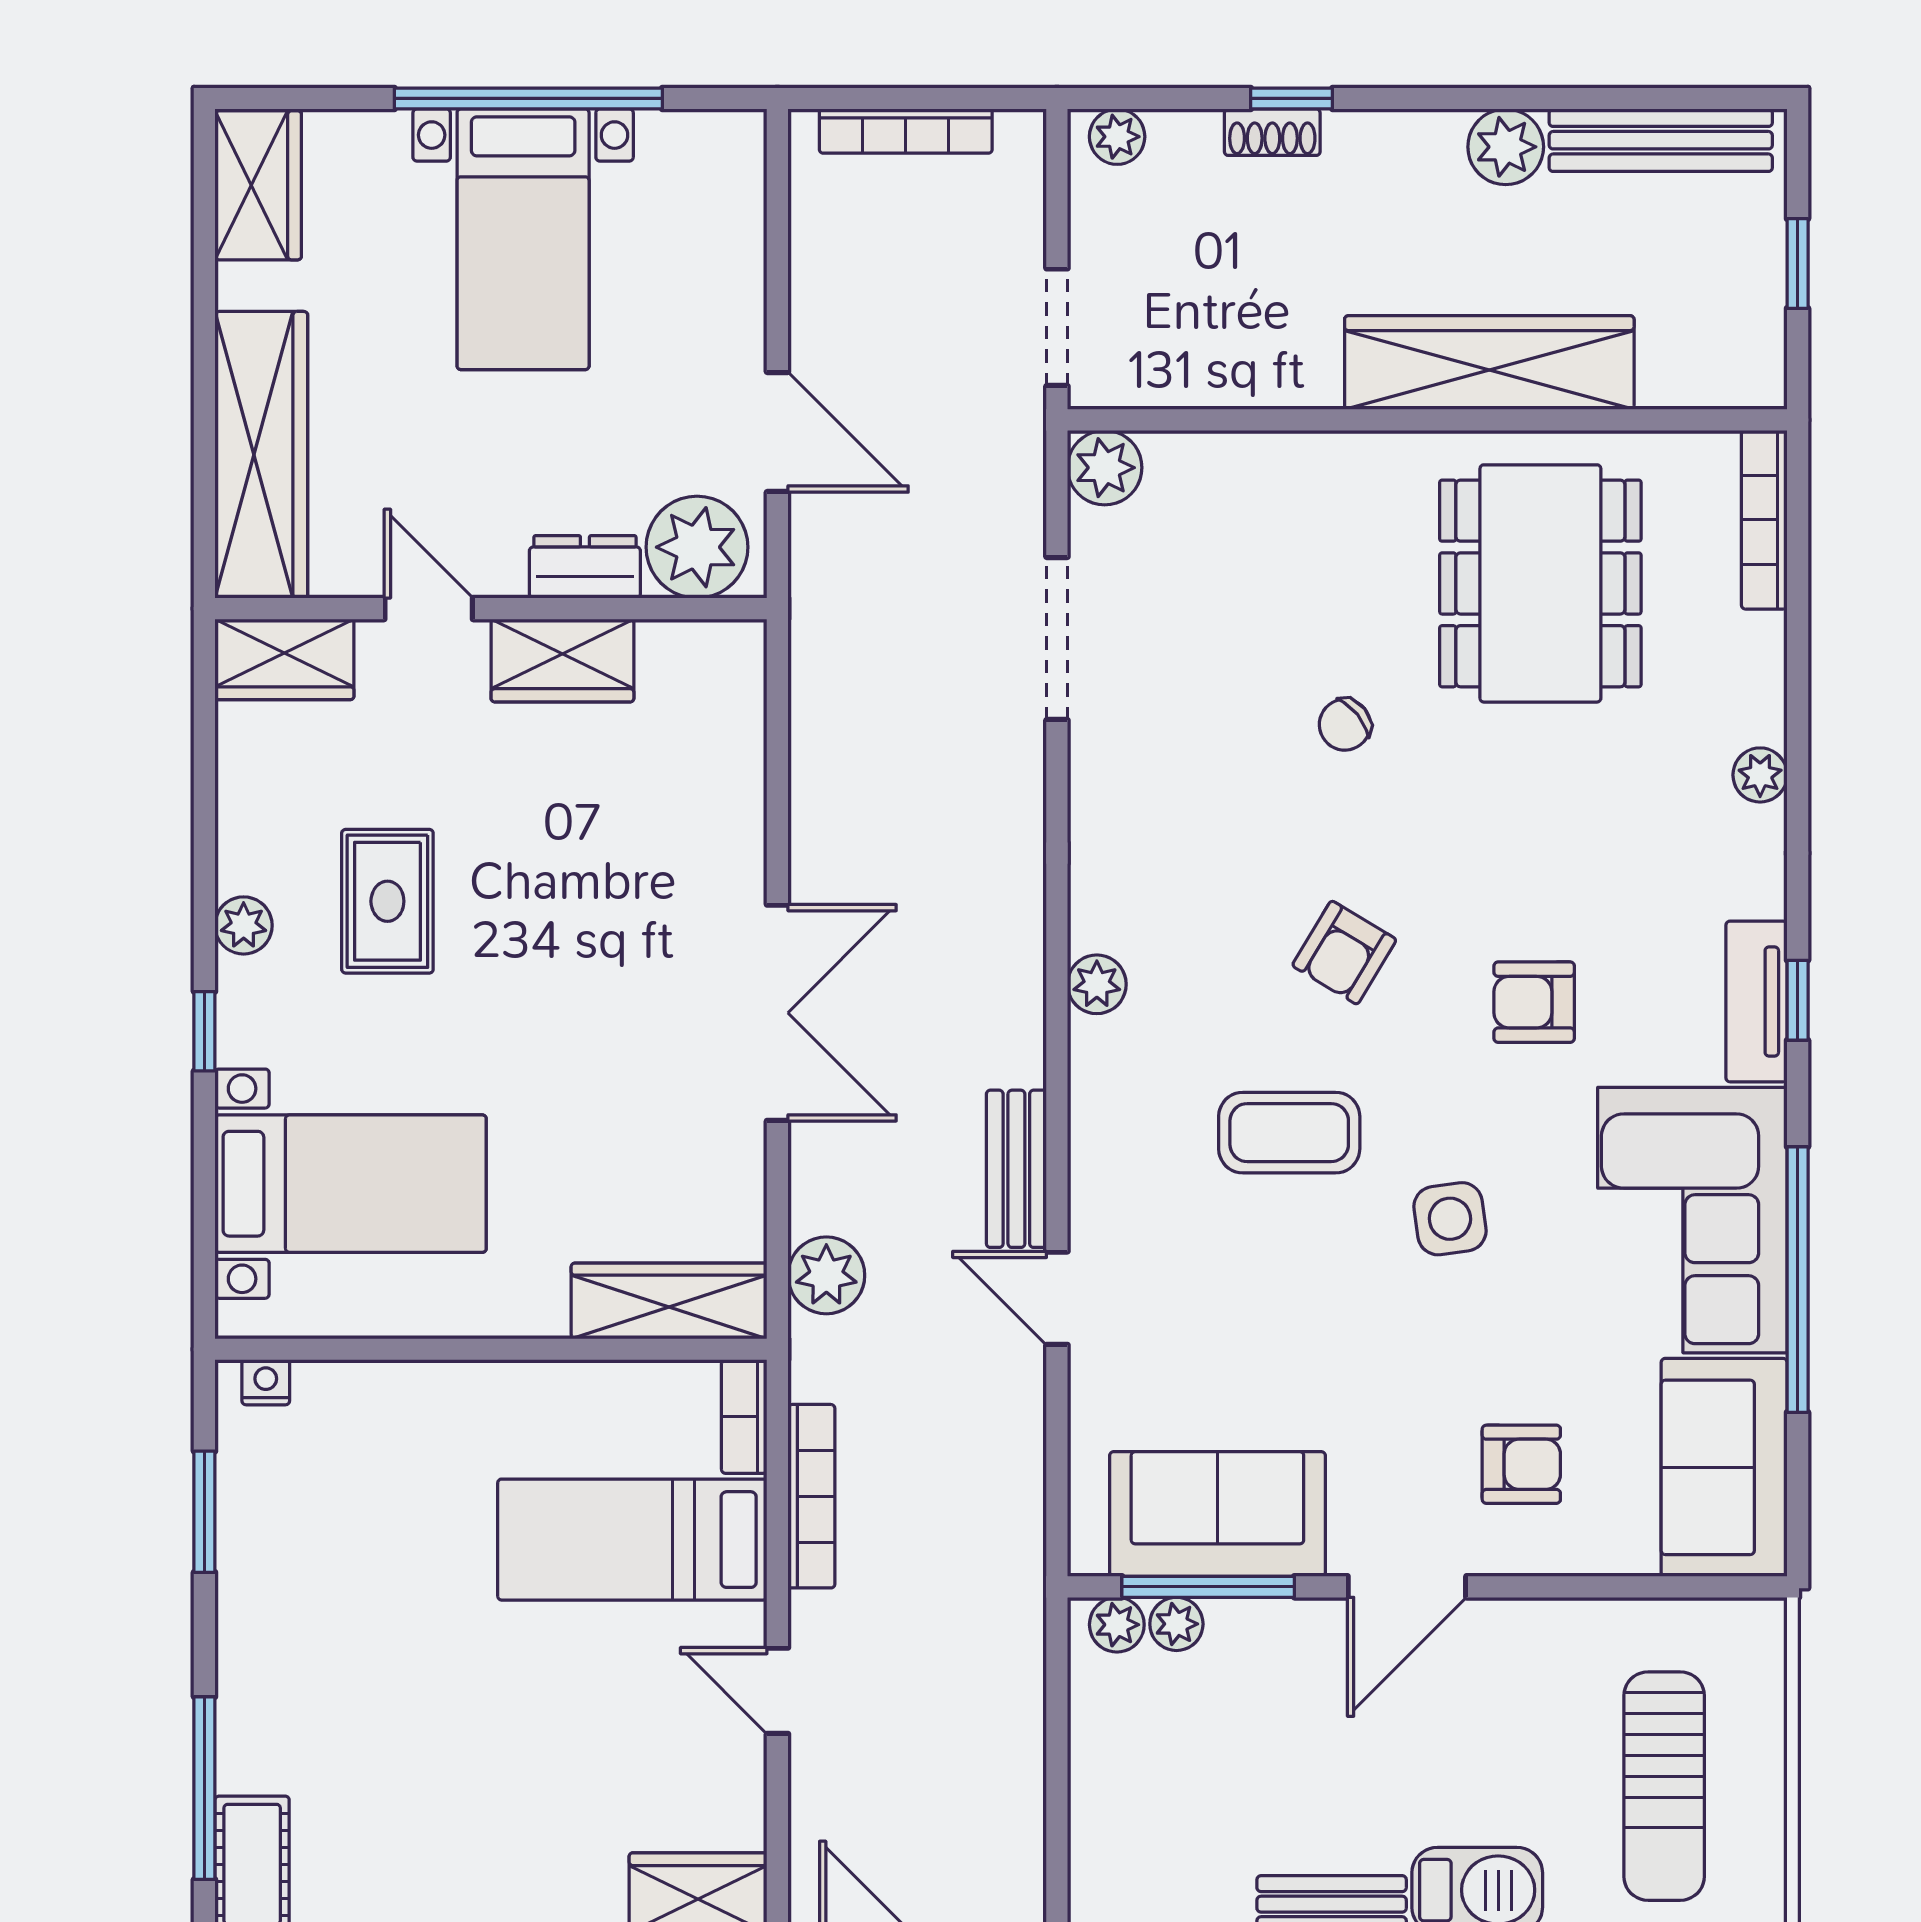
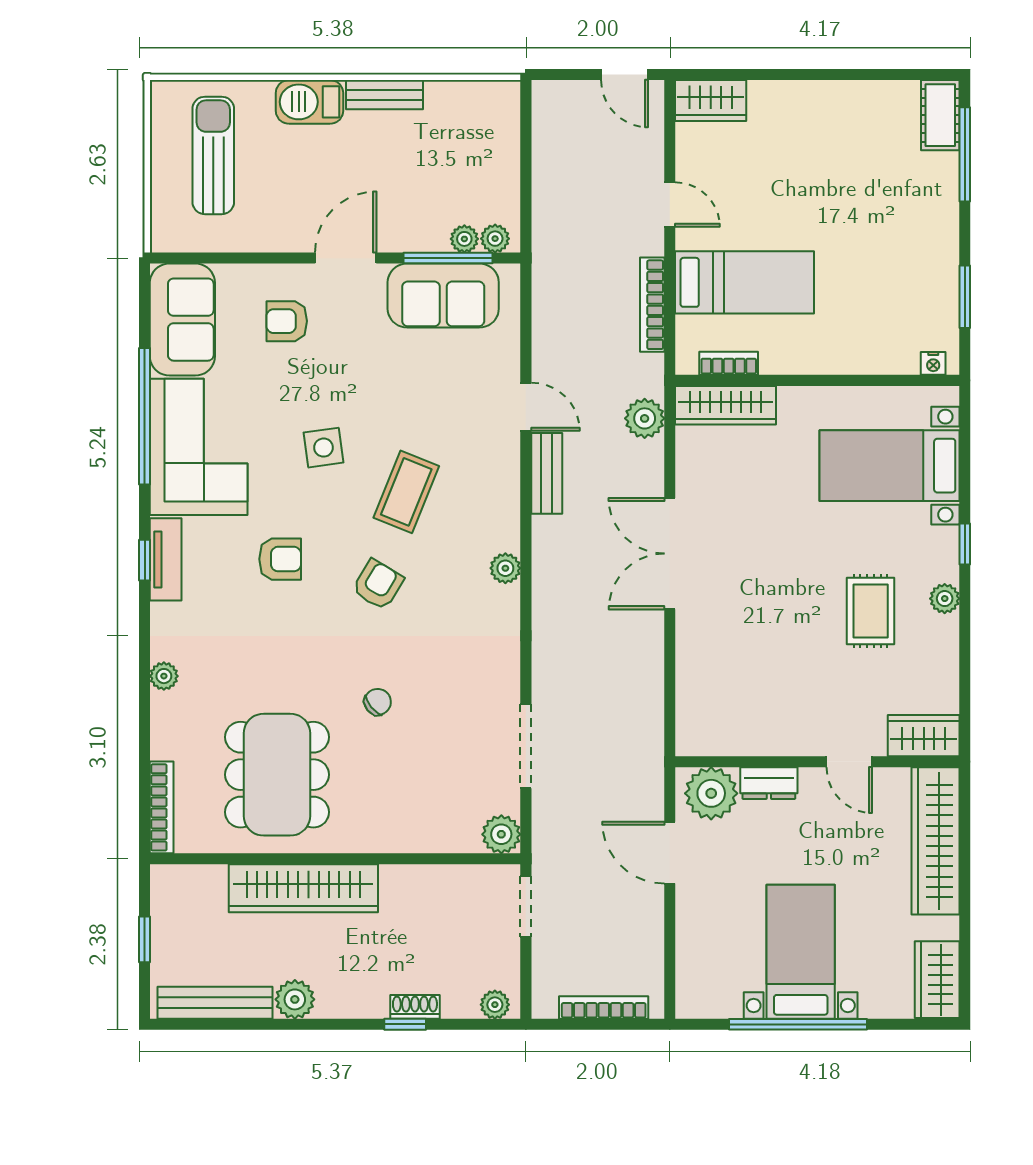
wardrobe: (562, 660) -> (780, 735), removed
coffee table: (1289, 1133) -> (406, 492), turned -68
bookcase: (744, 1417) -> (729, 363), moved, turned -90

